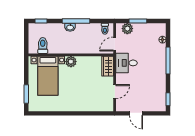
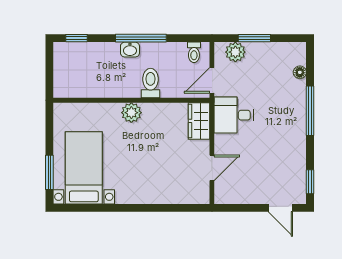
toilet: (43, 45) -> (151, 83), moved
bed with nightstands: (48, 76) -> (84, 168), moved, turned 180
door: (136, 113) -> (280, 208), moved

